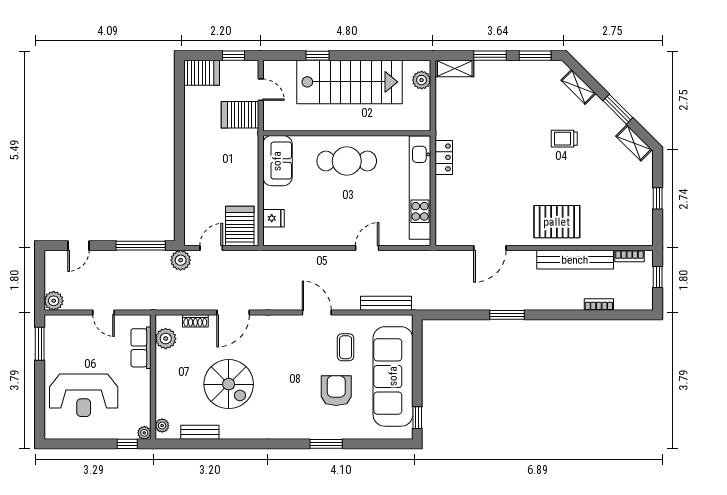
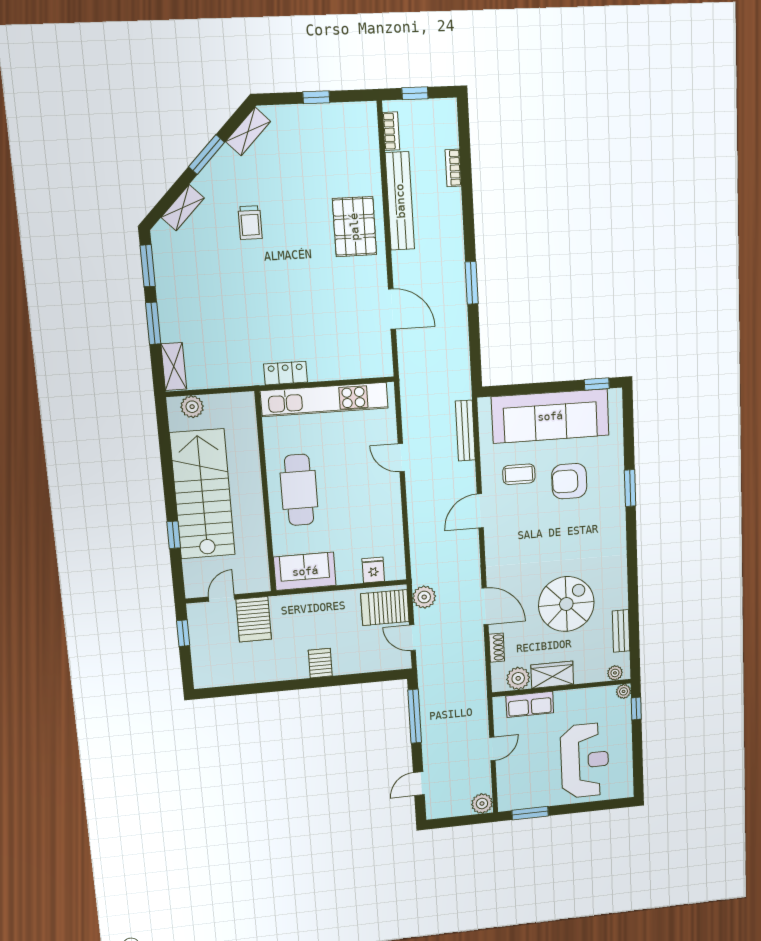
server rack: (202, 73) -> (320, 663), moved, width x0.73, depth x0.70
door: (79, 246) -> (419, 784), swing flipped
plant: (181, 260) -> (424, 597), moved
wardrobe: (166, 369) -> (552, 675), added

